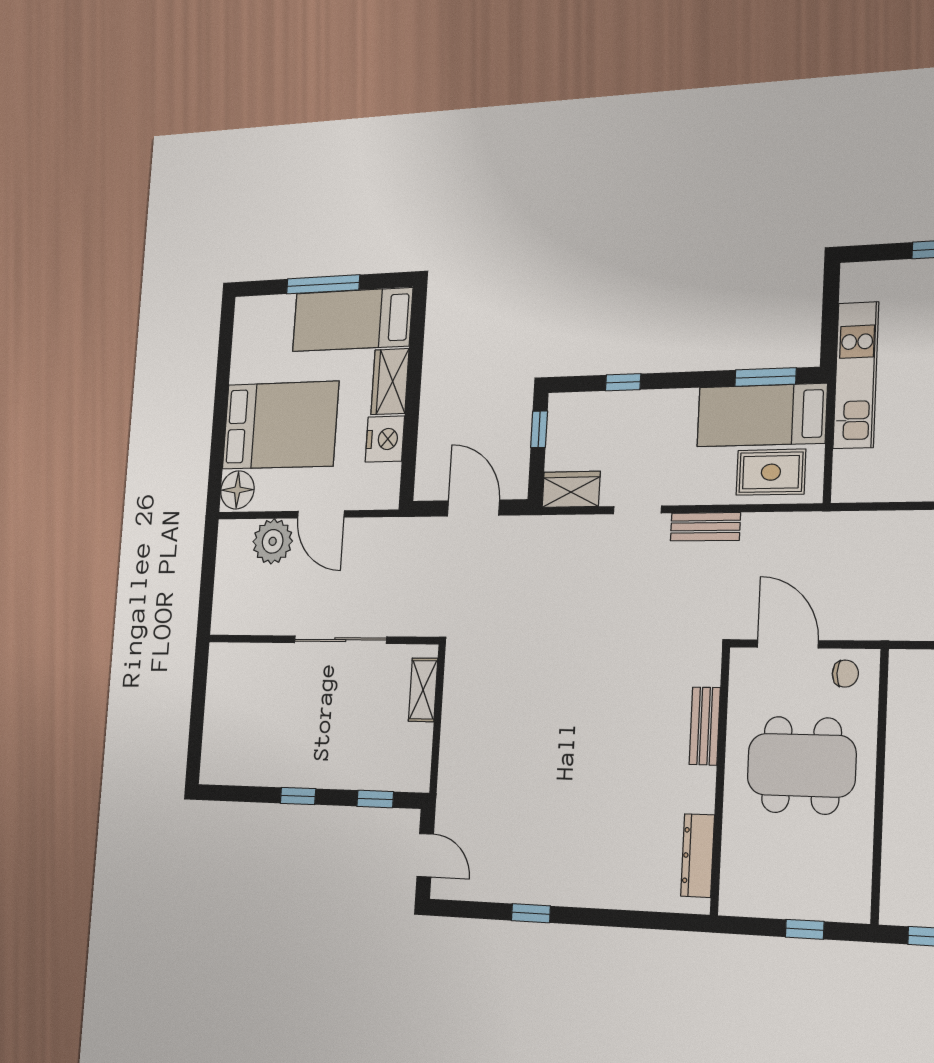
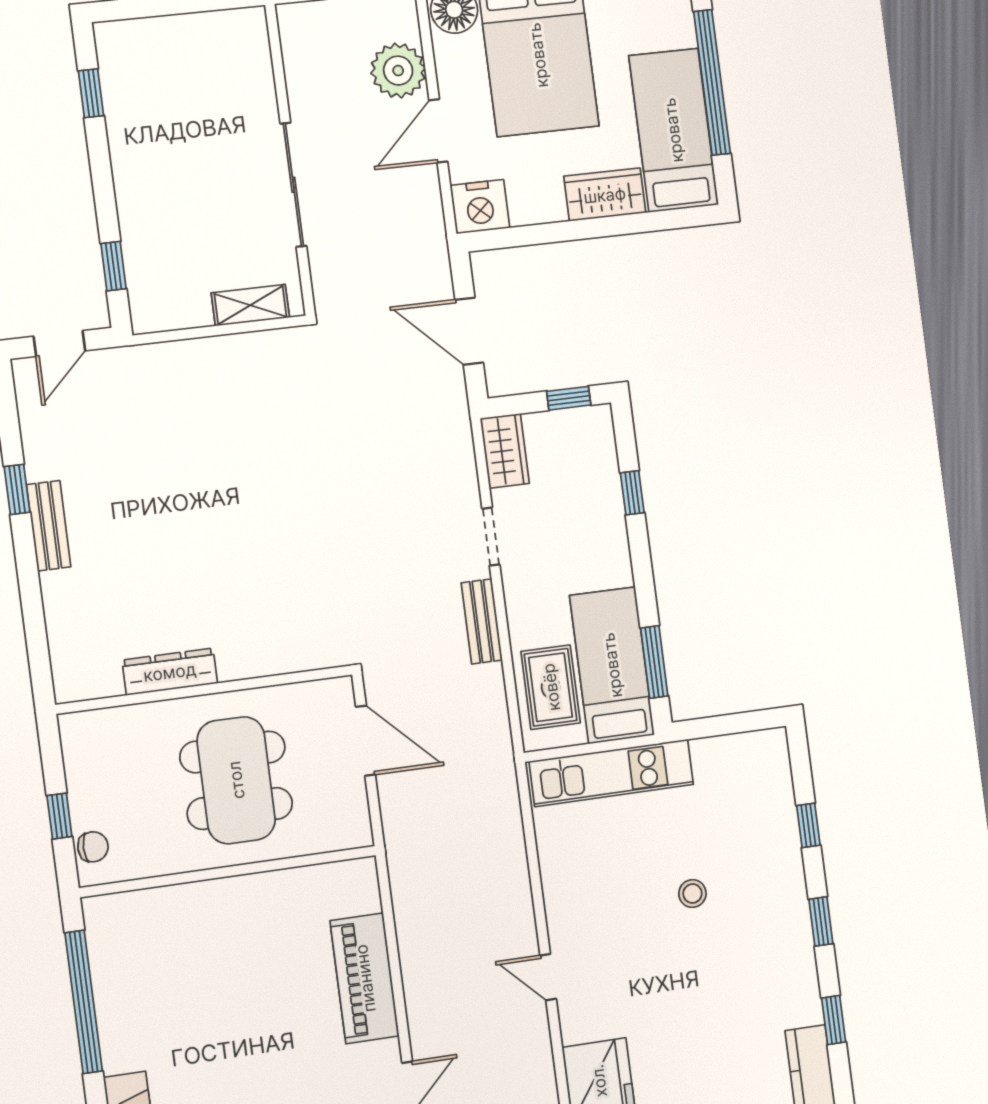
window: (323, 284) -> (712, 82), width x1.46
kitchen unit: (856, 375) -> (611, 773), moved
nightstand: (385, 439) -> (480, 207), moved
door: (473, 508) -> (469, 331), swing flipped
door: (788, 644) -> (366, 741), hinge flipped
chair: (845, 674) -> (93, 847), moved, turned -90
bench: (705, 726) -> (49, 526), moved, turned 90
window: (298, 796) -> (91, 93), moved
dresser: (698, 856) -> (170, 672), moved

